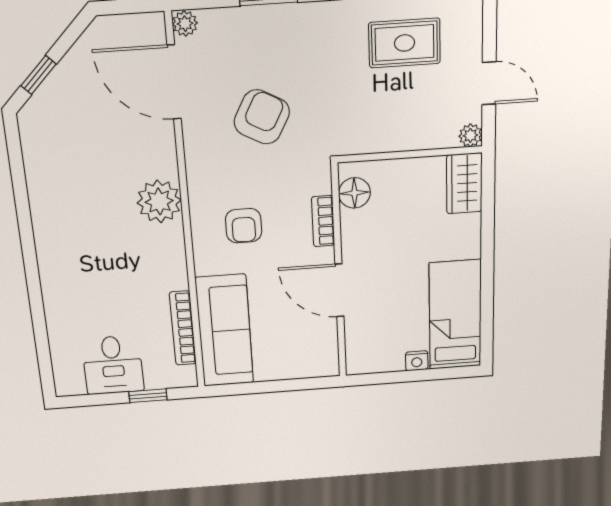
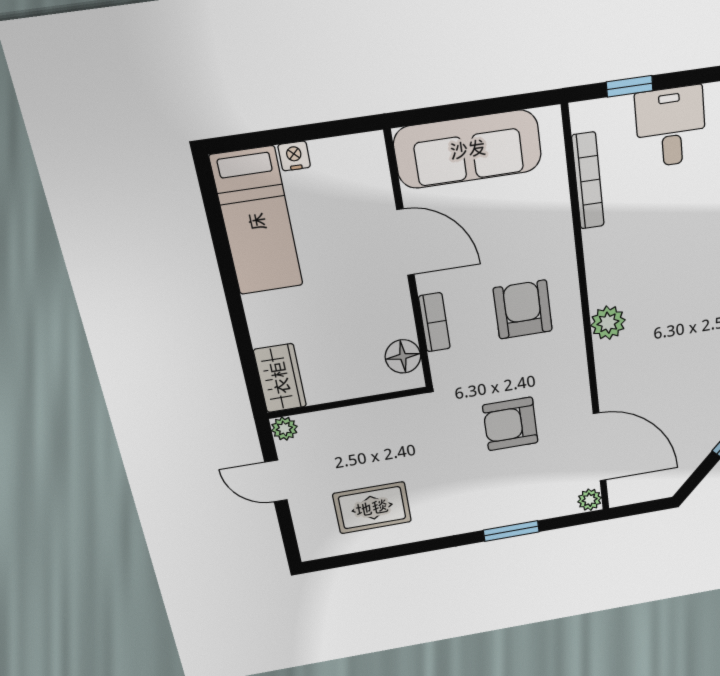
armchair: (262, 117) -> (510, 424), turned 62
plant: (159, 201) -> (608, 323), width x0.73, depth x0.73
armchair: (244, 226) -> (523, 309), width x1.38, depth x1.38
sofa: (225, 331) -> (468, 149), moved, turned -90

